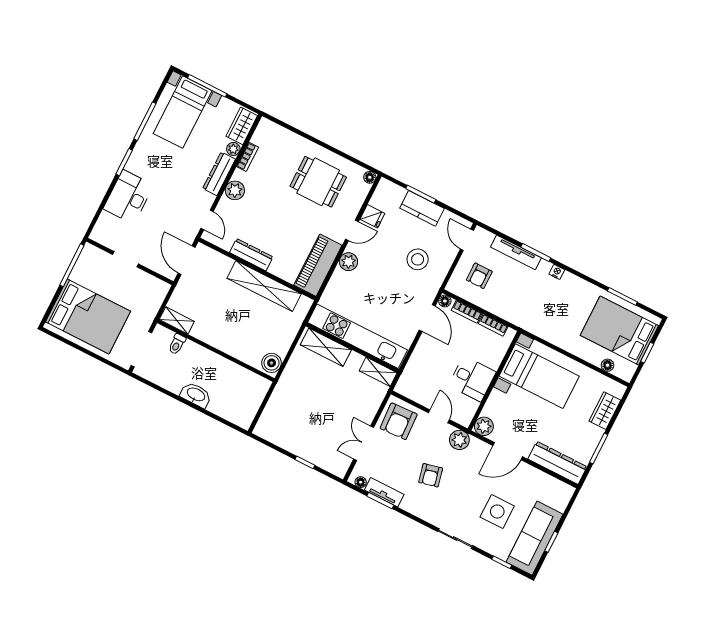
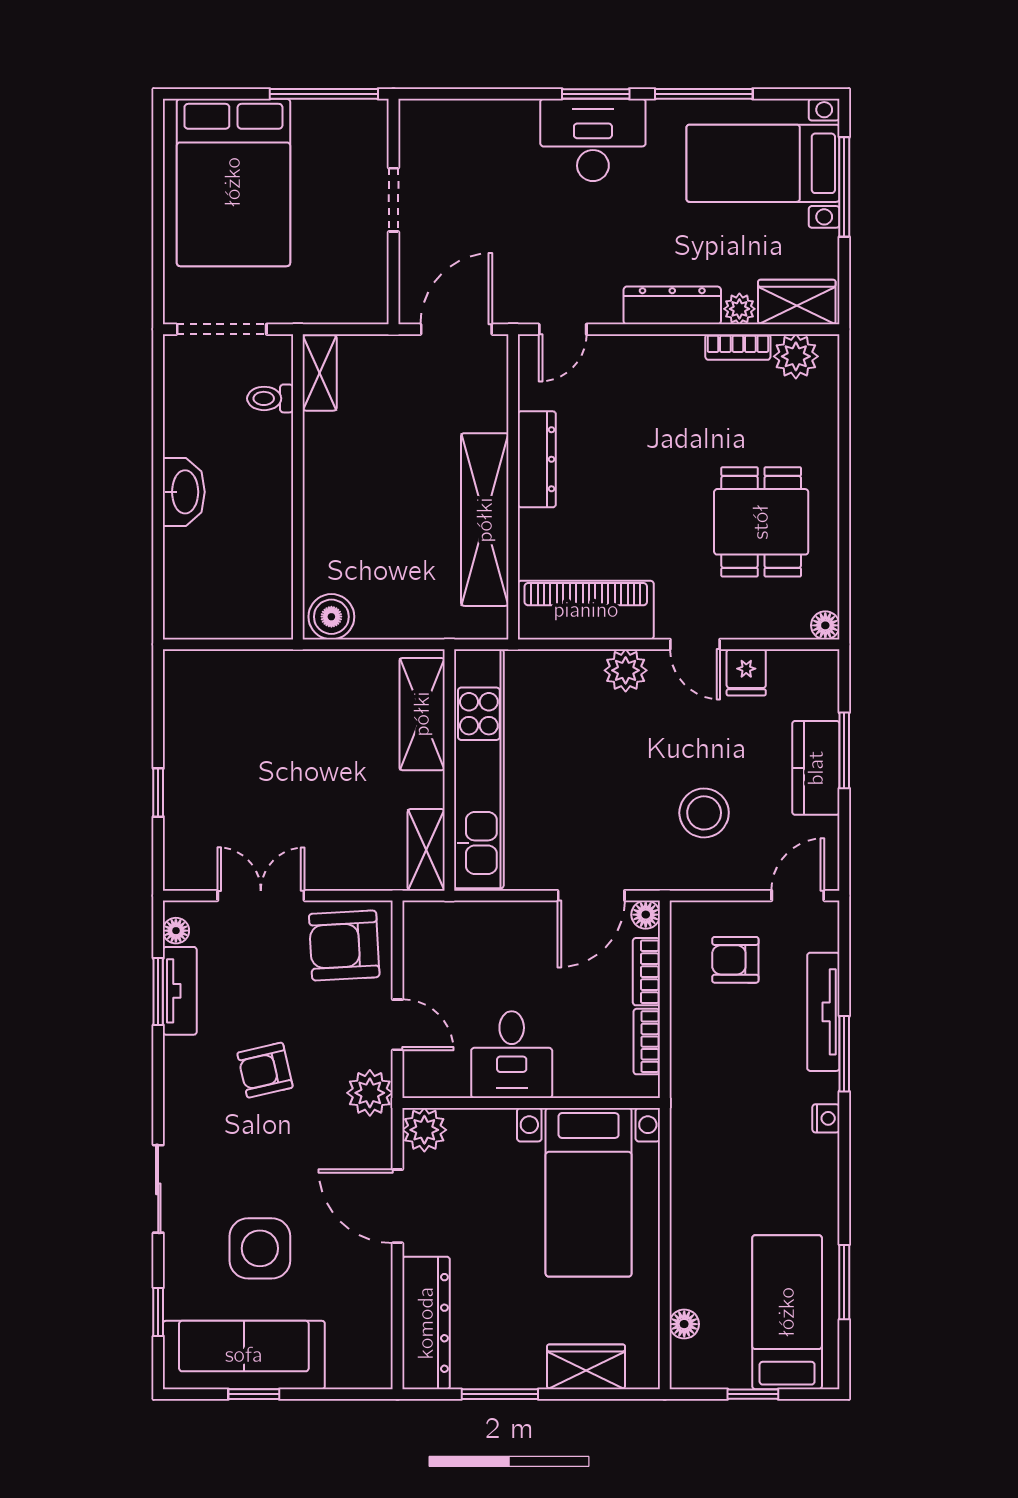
plant: (235, 190) -> (796, 356), moved
desk: (128, 197) -> (593, 140), moved
bed: (619, 330) -> (787, 1312), width x0.67
door: (439, 416) -> (398, 1025), hinge flipped

